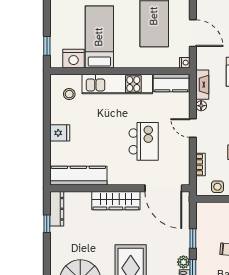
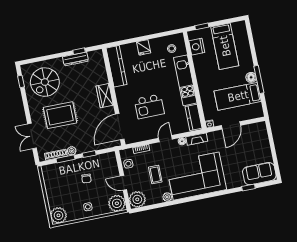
bed: (99, 37) -> (225, 46), moved, turned 90
wardrobe: (116, 201) -> (105, 96), width x0.67
dresser: (57, 209) -> (76, 59), moved

